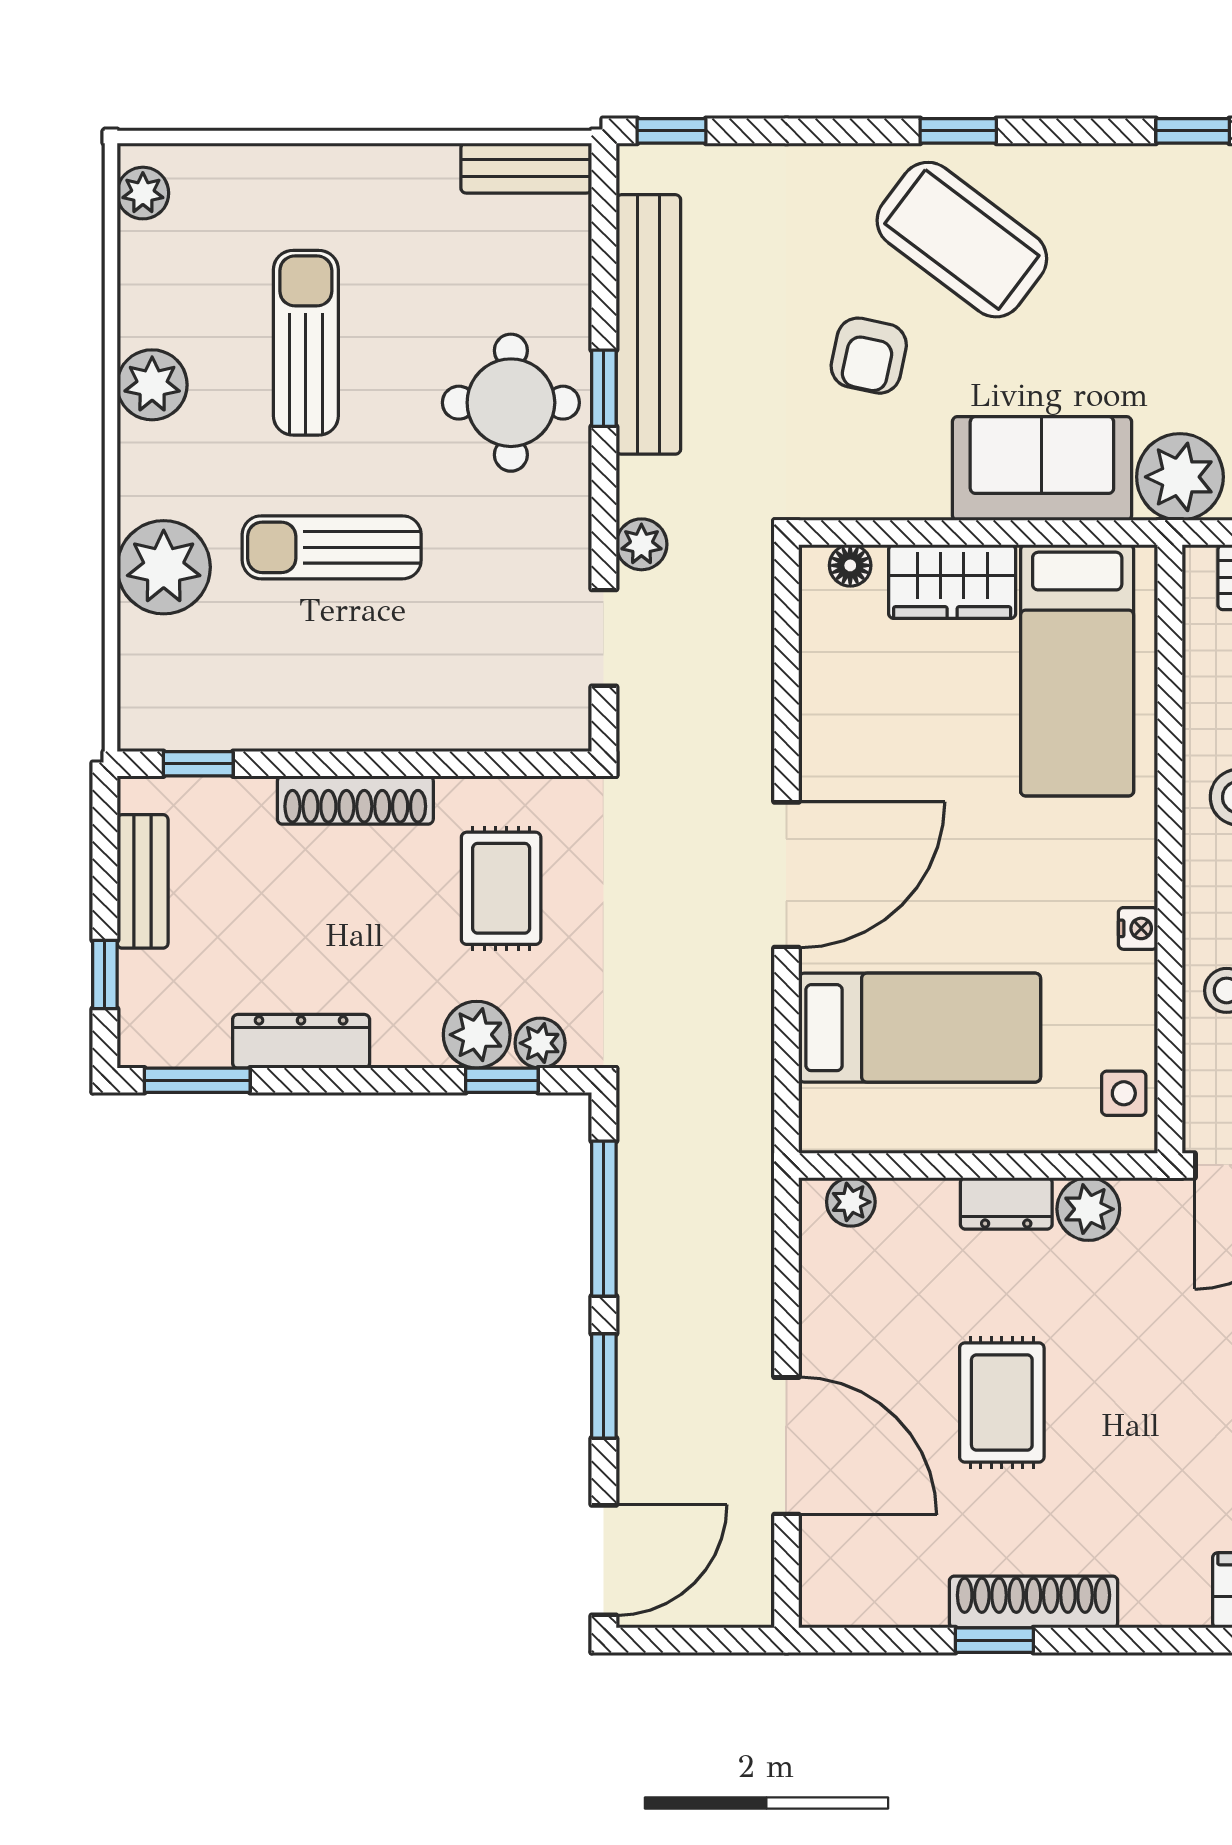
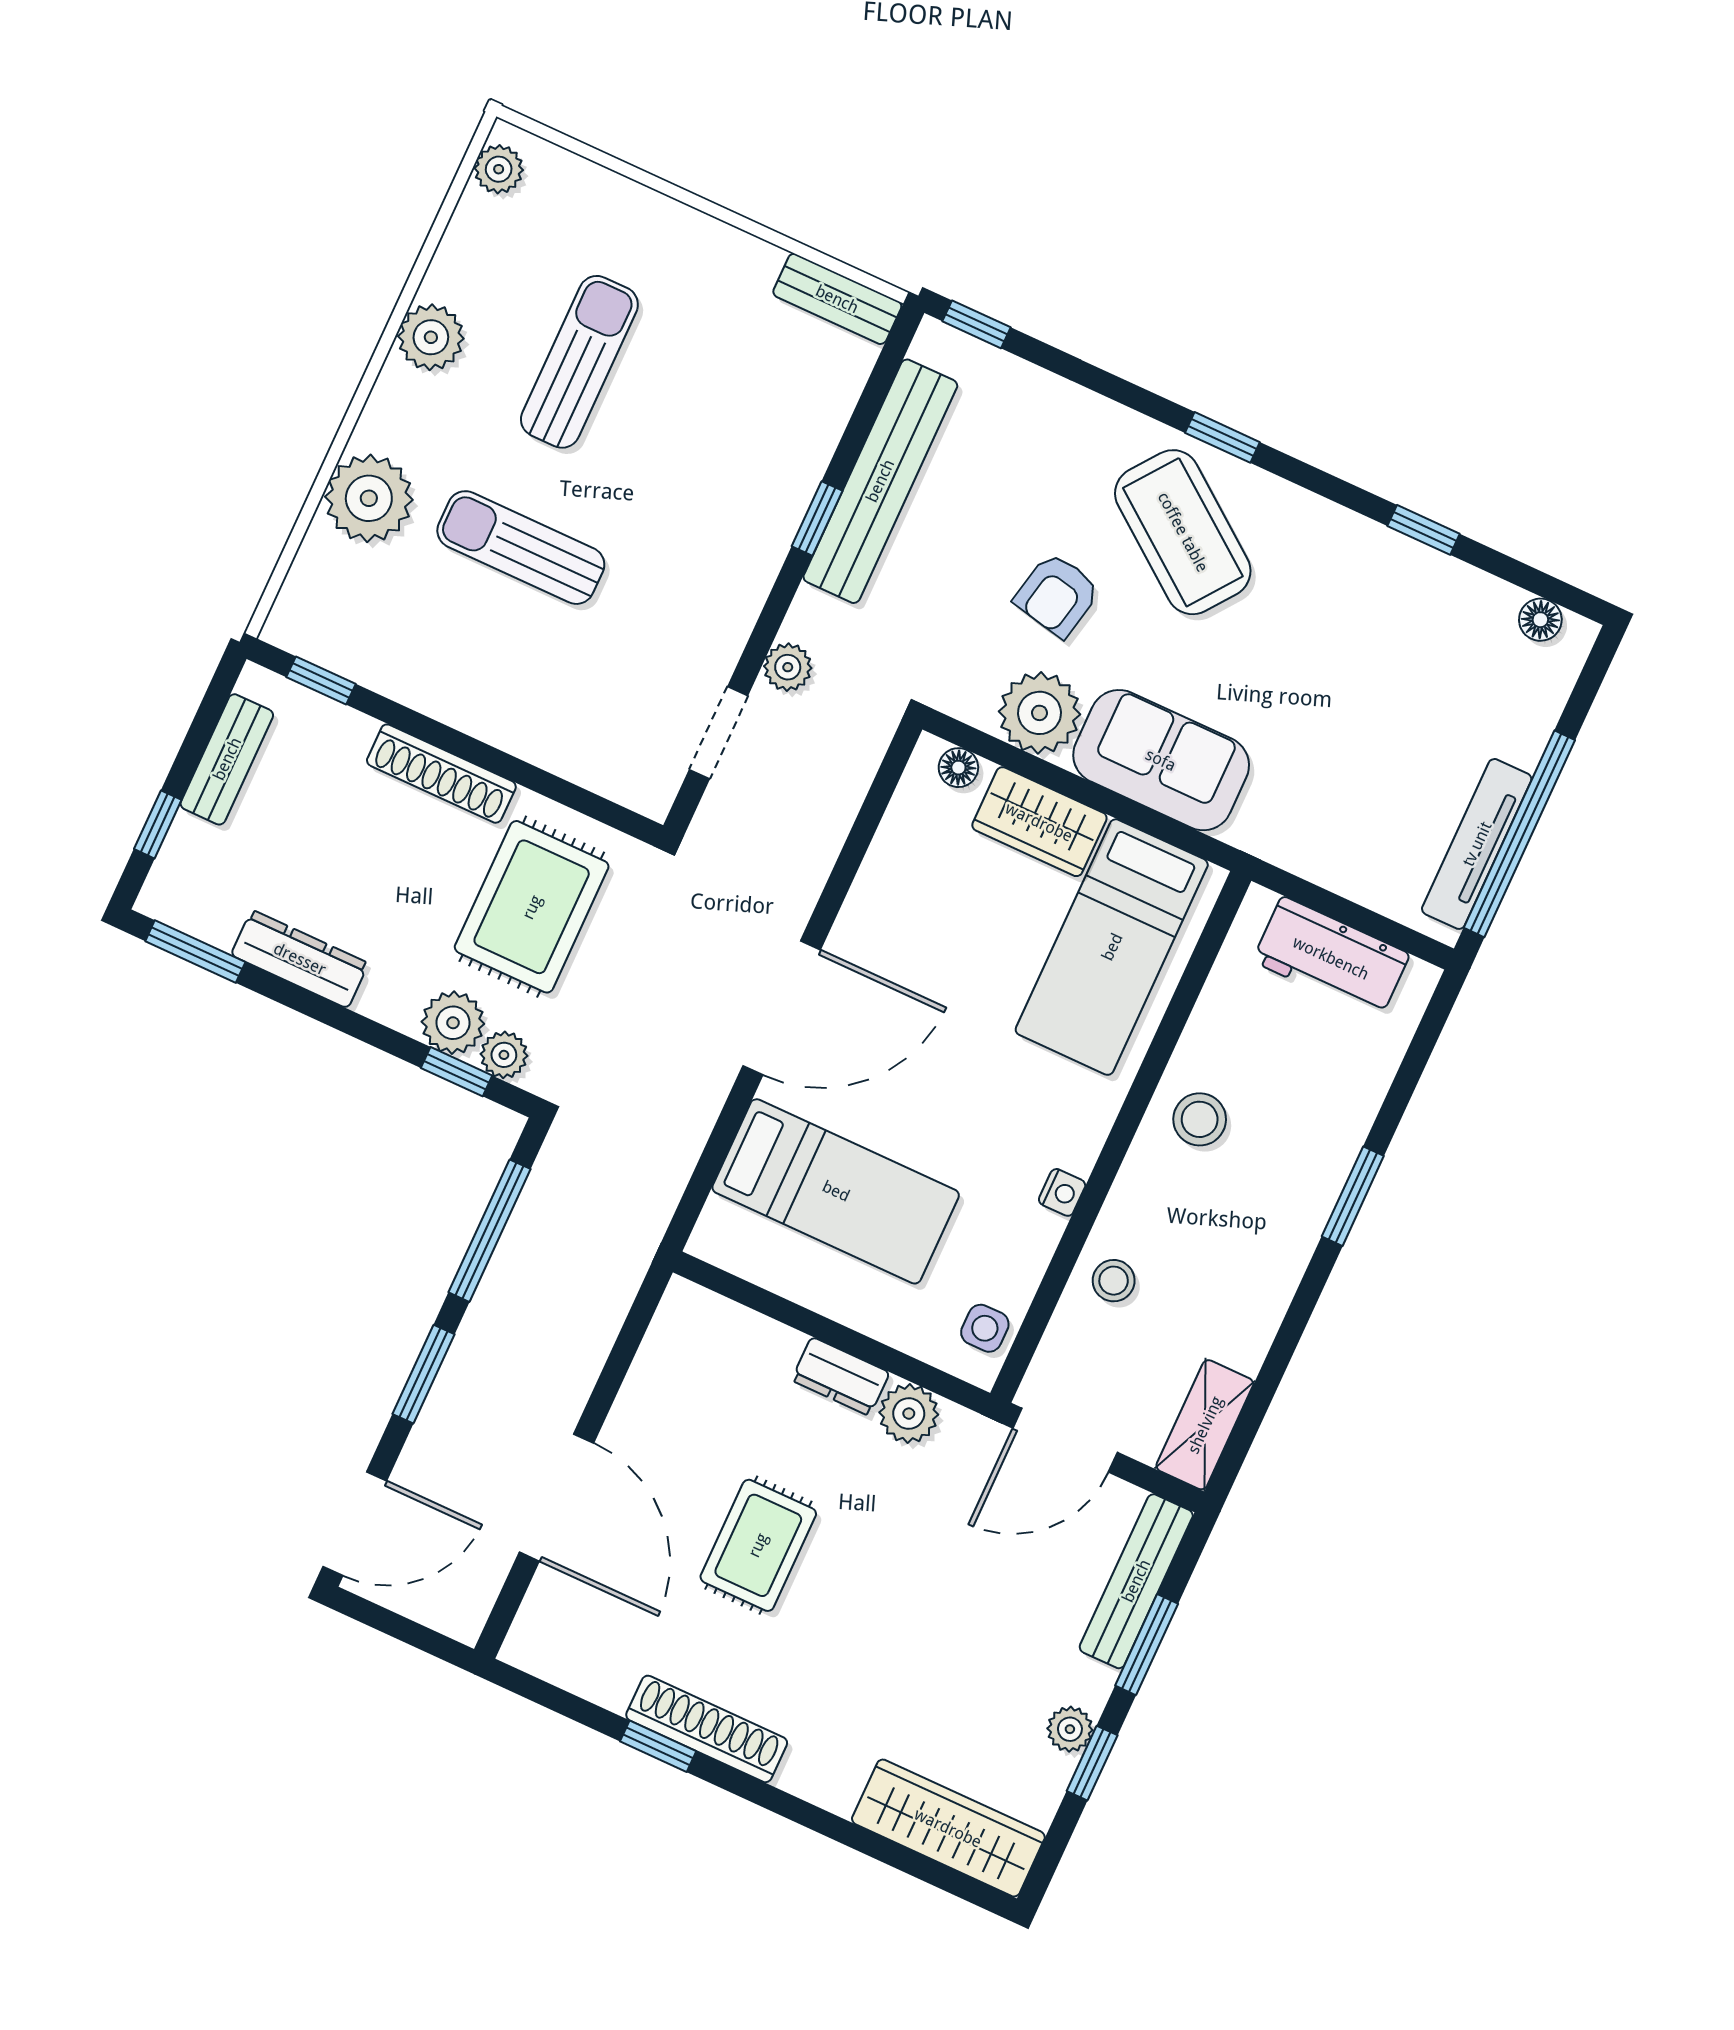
round table: (511, 403) -> (732, 494), removed
plant: (1180, 477) -> (1040, 713), moved
rug: (501, 888) -> (532, 907), width x1.36, depth x1.43
plant: (851, 1202) -> (708, 1314), removed

